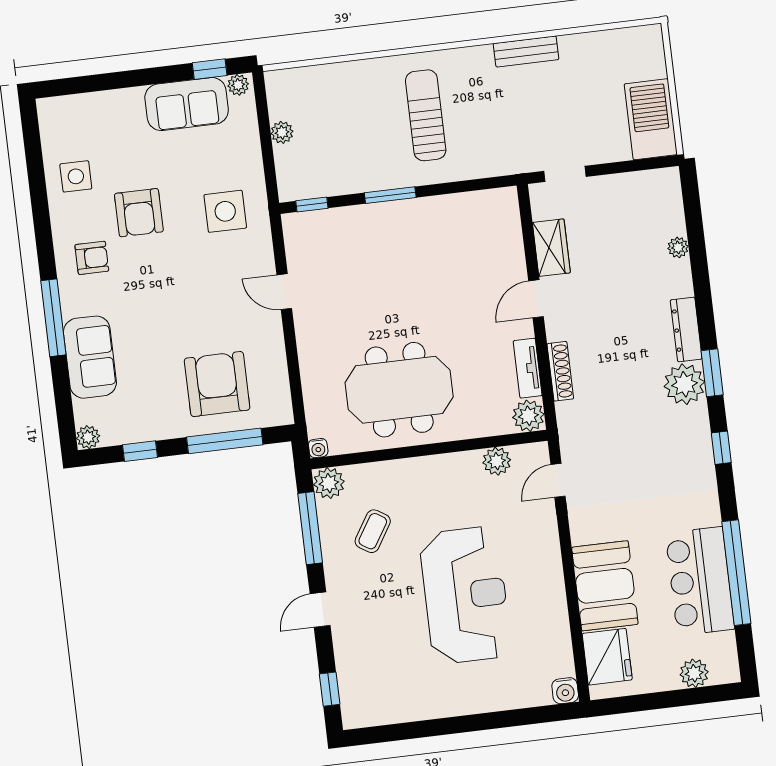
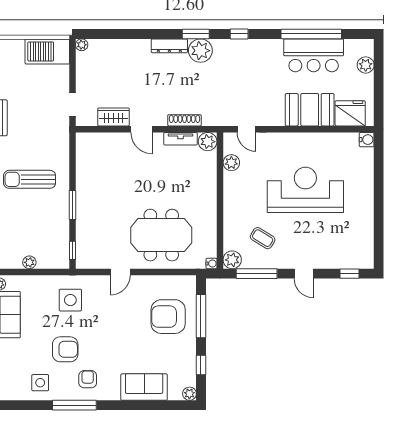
plant: (678, 247) -> (82, 45), moved
window: (53, 318) -> (74, 405), moved
meeting table: (399, 390) -> (161, 235), moved, turned 90

